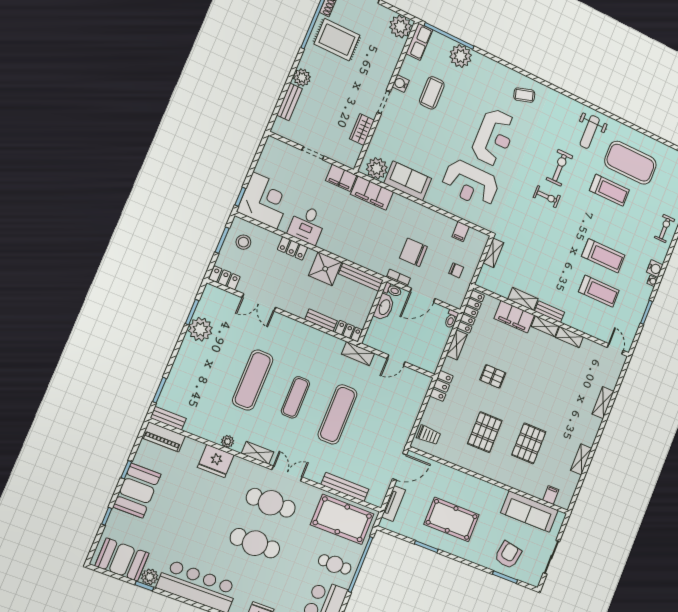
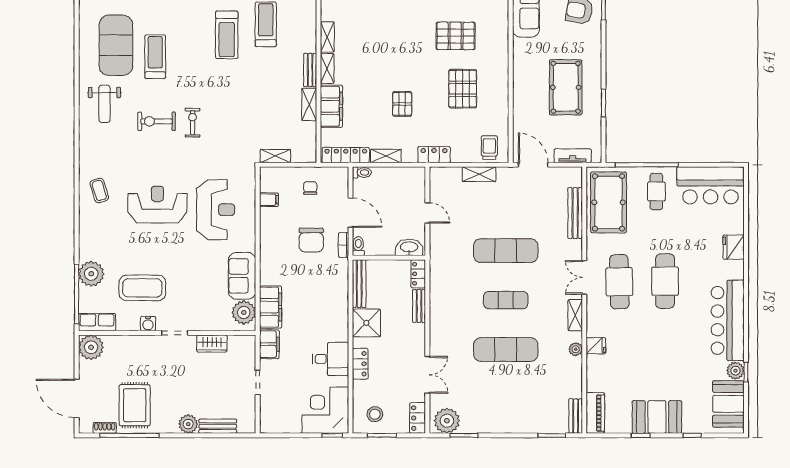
coffee table: (432, 93) -> (142, 288), width x1.36, depth x1.32
weight bench: (590, 132) -> (104, 104), turned 90
treadmill: (603, 256) -> (227, 35), turned 180
washbasin: (384, 307) -> (409, 247), moved
plant: (200, 329) -> (447, 421), moved
shelving: (358, 354) -> (479, 174), moved, turned 90
pallet: (485, 432) -> (463, 89), turned 90
fridge: (216, 461) -> (596, 346), width x0.53, depth x0.75

